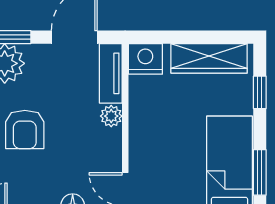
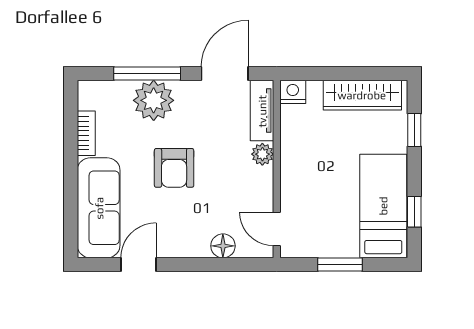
nightstand: (145, 59) -> (293, 92), width x0.74, depth x0.75
window: (260, 172) -> (414, 212), width x0.67

